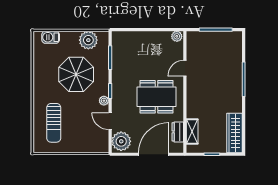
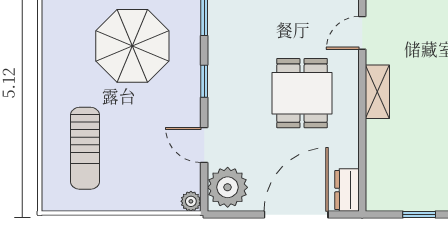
dining table: (156, 97) -> (302, 93), width x0.73
plant: (104, 101) -> (191, 201), moved
shelving: (192, 131) -> (377, 92), moved
dresser: (178, 132) -> (347, 190), moved

